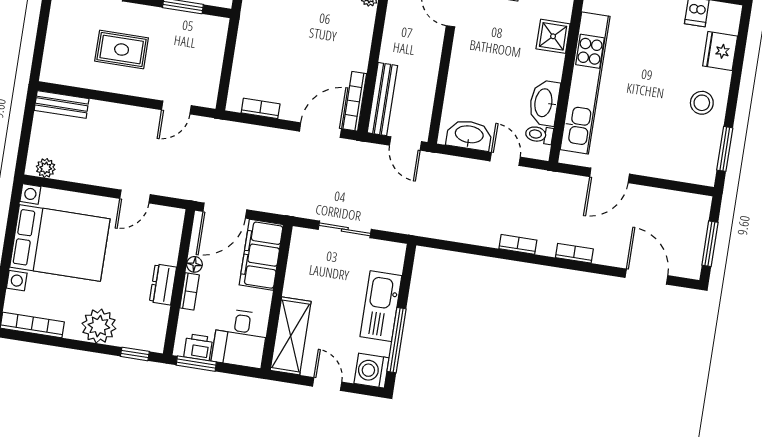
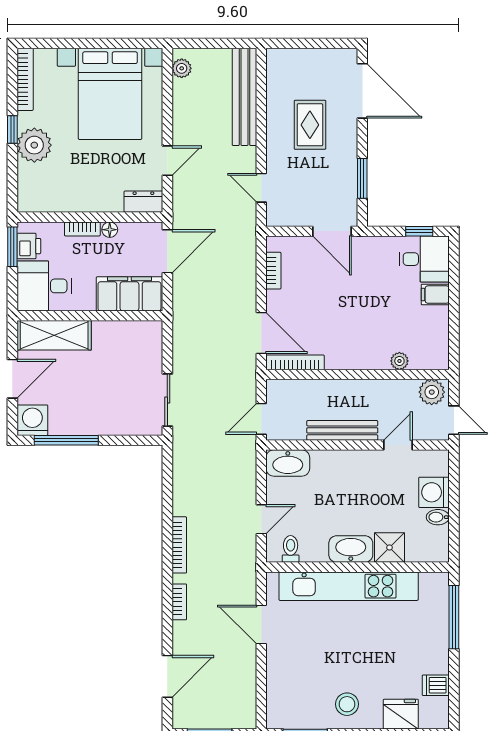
door: (231, 44) -> (332, 231), added
bench: (382, 99) -> (342, 430), moved
washbasin: (544, 103) -> (351, 549), moved
bench: (62, 105) -> (244, 97), width x1.86, depth x1.21
washbasin: (469, 135) -> (288, 463), moved, turned 90
door: (135, 197) -> (167, 161), swing flipped
door: (225, 211) -> (167, 251), swing flipped
sliding door: (345, 229) -> (167, 400), moved
bookcase: (518, 244) -> (179, 545), width x1.56
dresser: (163, 284) -> (143, 202), moved
kitchen sink: (381, 306) -> (97, 420), removed
window: (135, 354) -> (12, 130), moved
door: (327, 384) -> (12, 379), width x1.38

